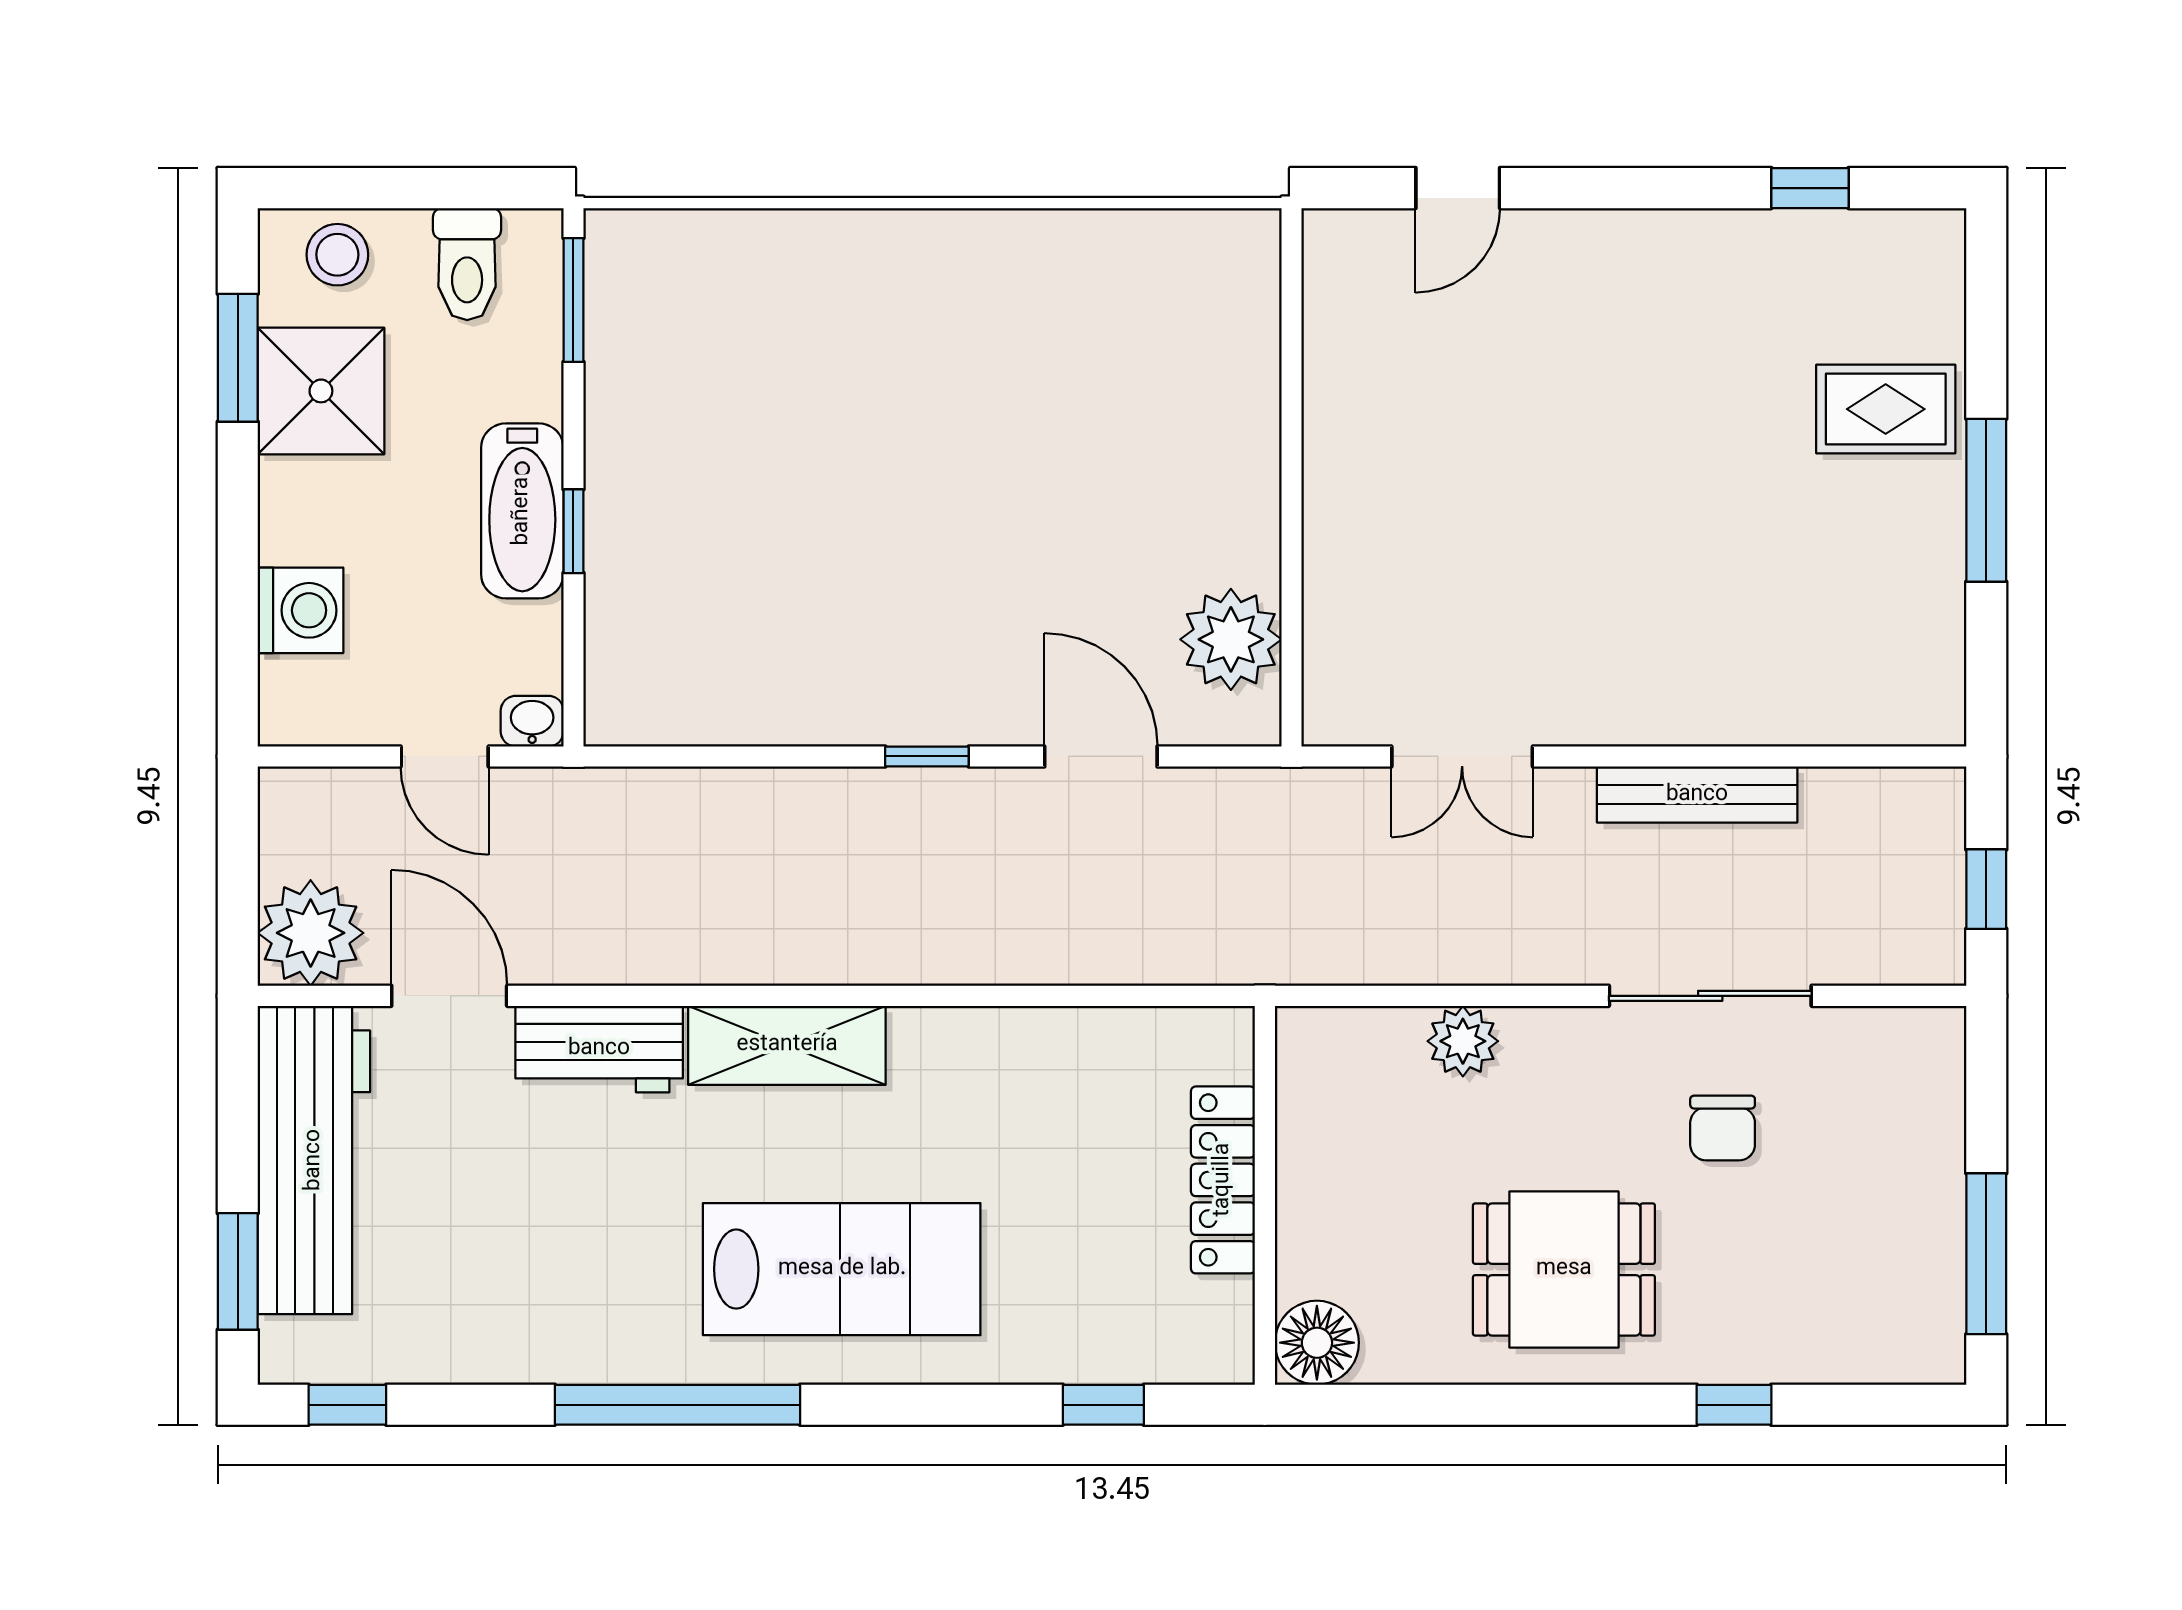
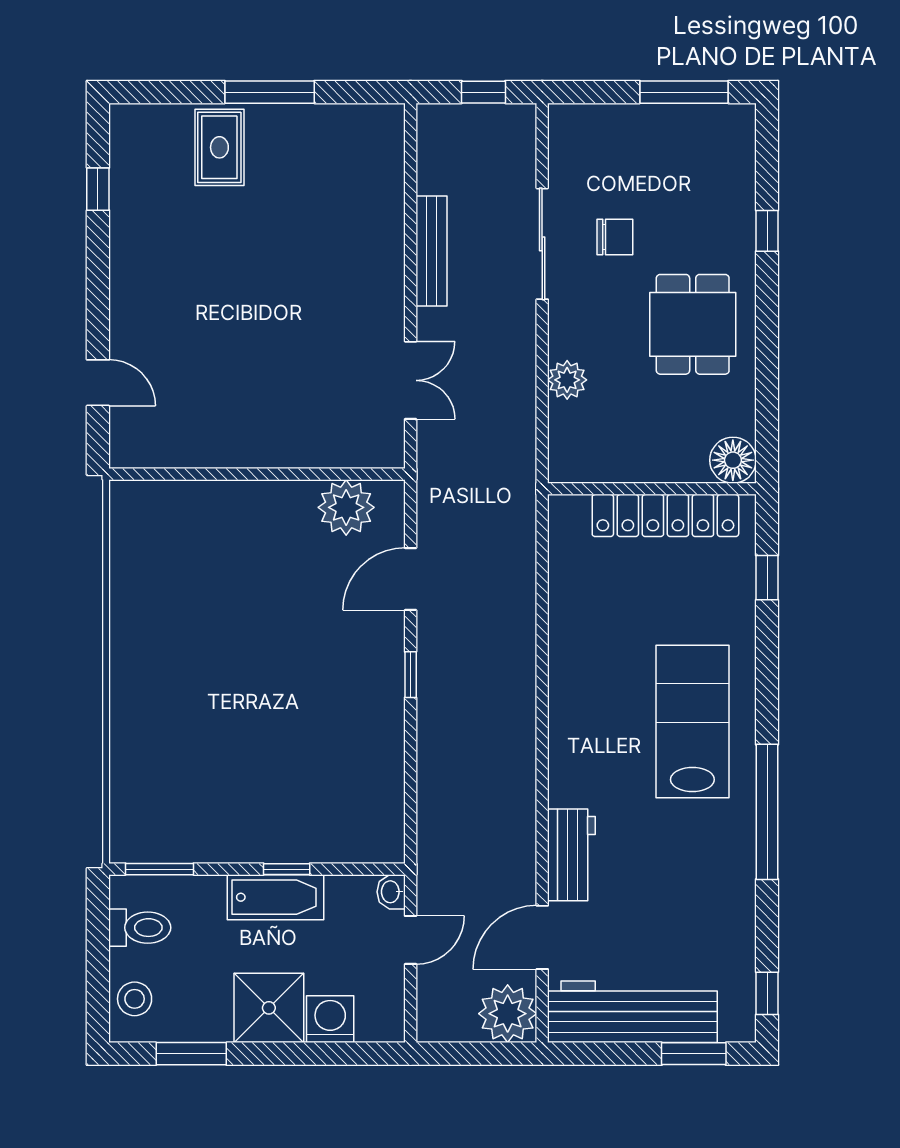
shower: (321, 391) -> (269, 1008), moved
shelving: (787, 1045) -> (569, 752), removed
locker: (1223, 1180) -> (665, 515), width x1.41, depth x1.21

